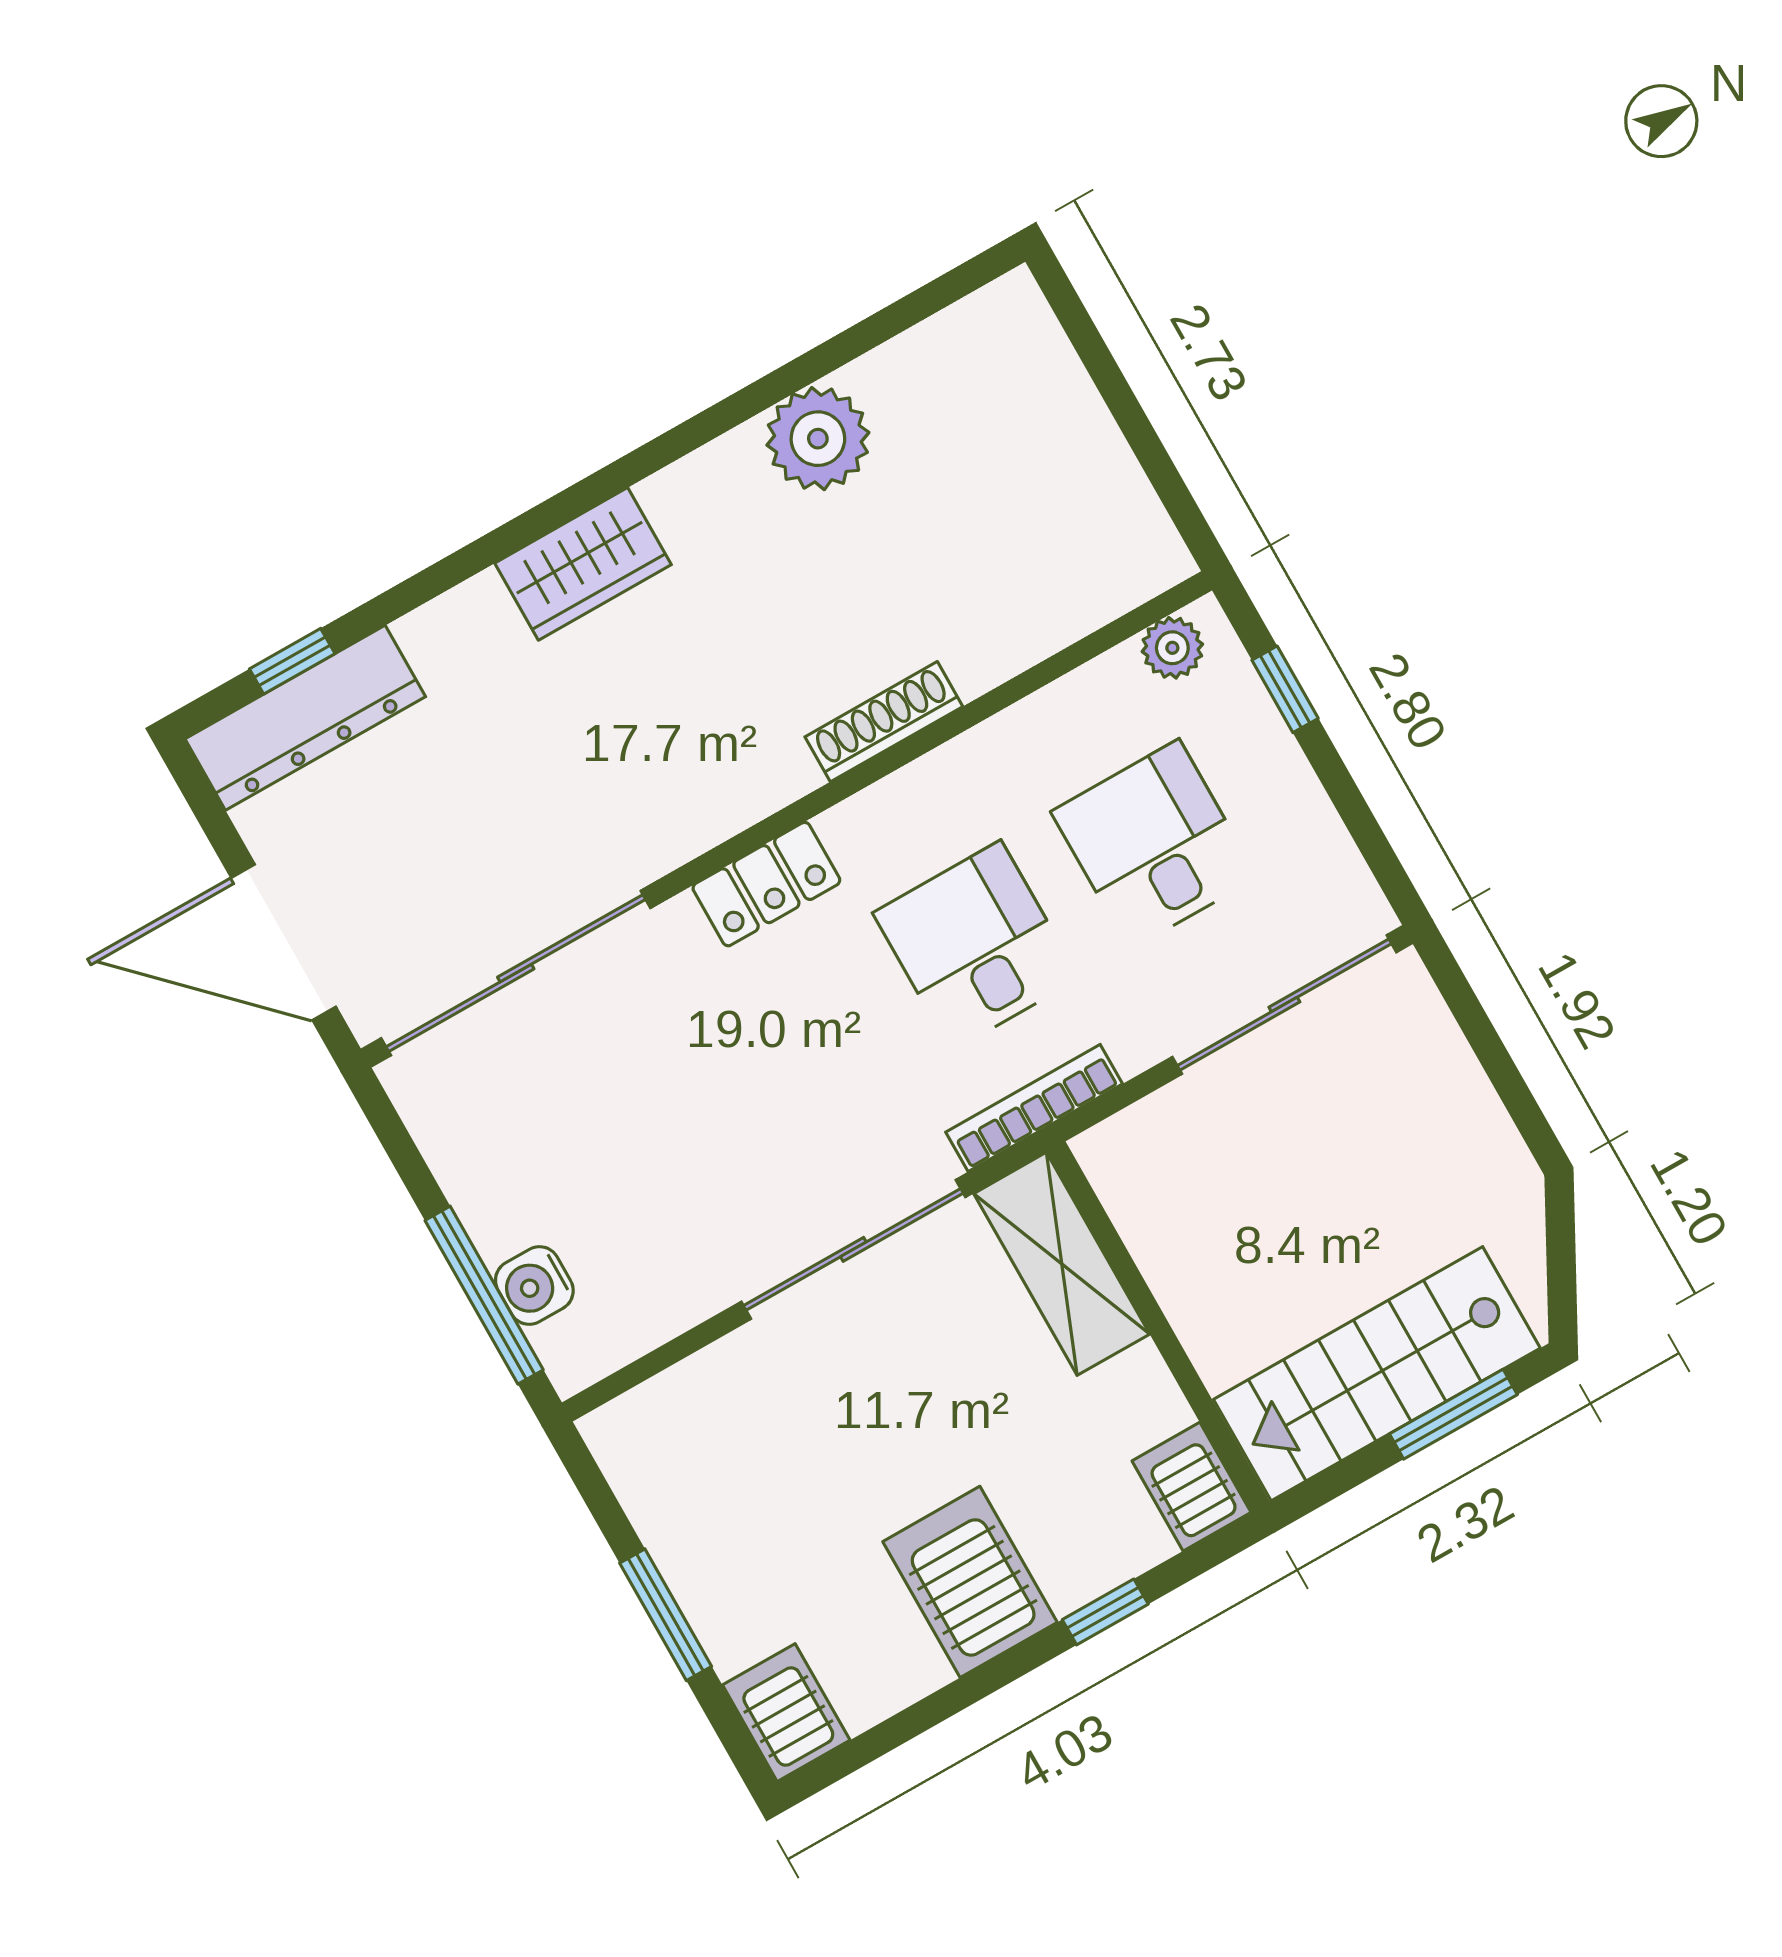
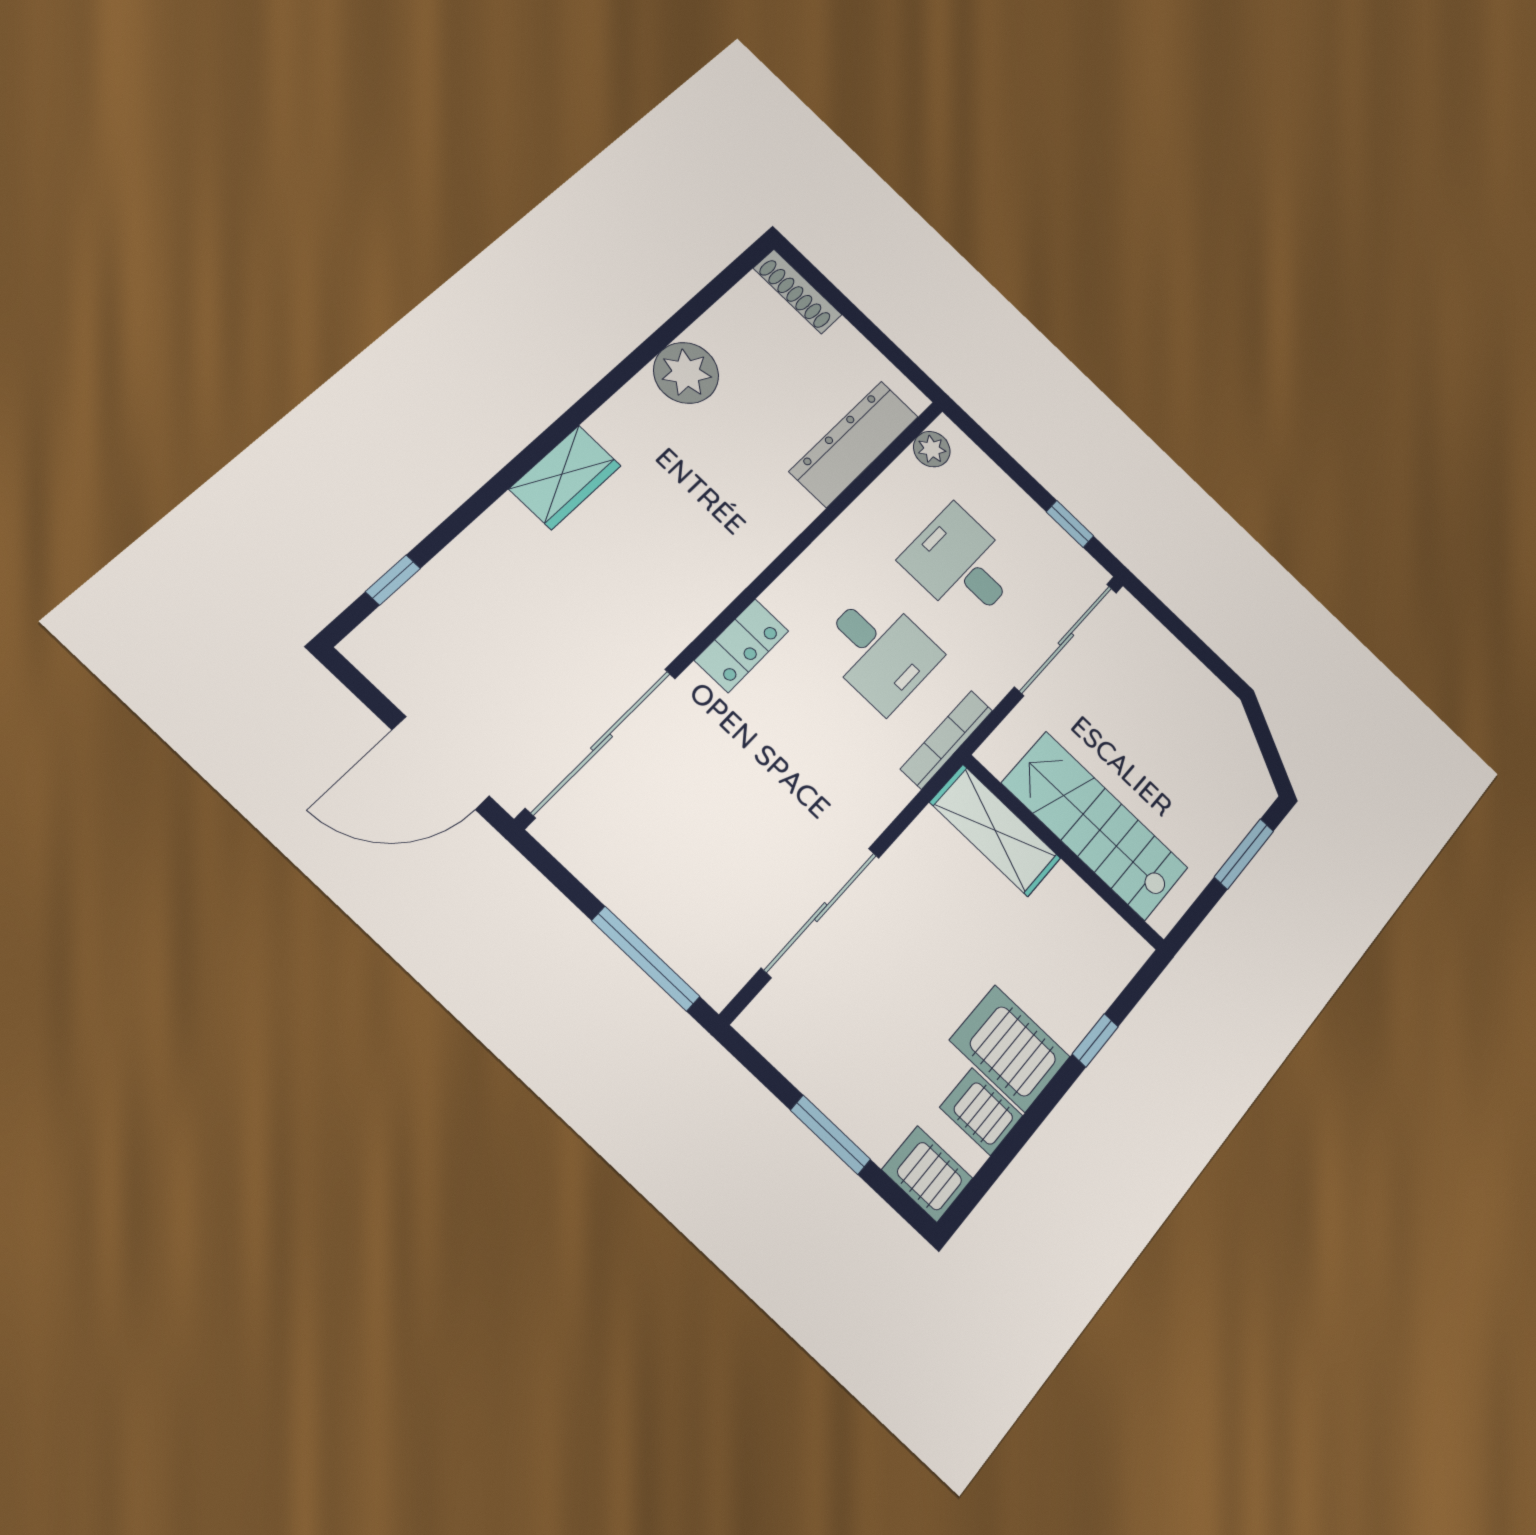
window: (1285, 689) -> (1070, 524), moved
dresser: (305, 718) -> (854, 444), moved, turned 180
shoe rack: (884, 722) -> (798, 291), moved, turned -90
desk: (976, 946) -> (879, 651), turned 180
sliding door: (853, 1249) -> (821, 912), moved
water cooler: (534, 1285) -> (677, 942), removed
stairs: (1377, 1374) -> (1095, 826), moved, turned 90
server rack: (1192, 1487) -> (981, 1112), moved

